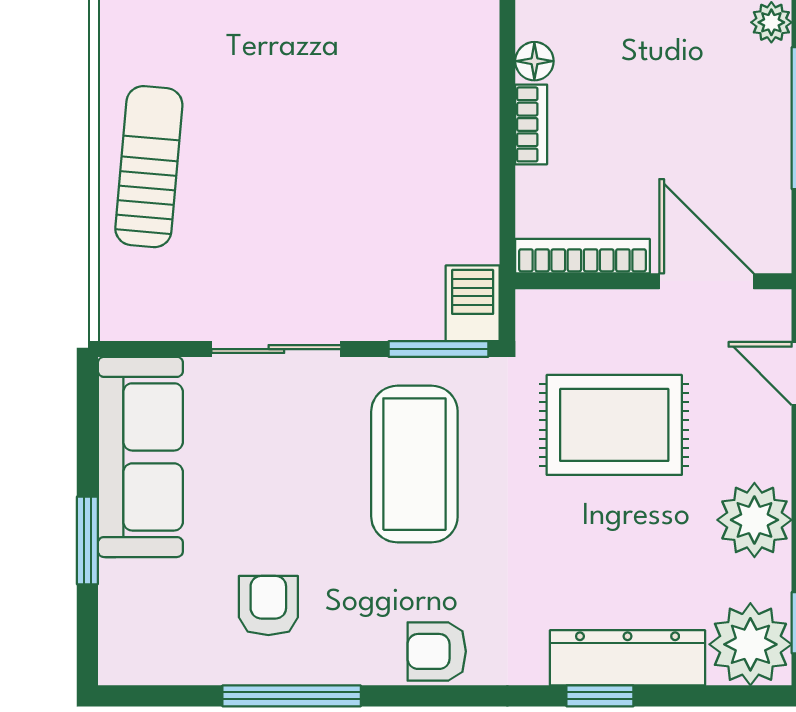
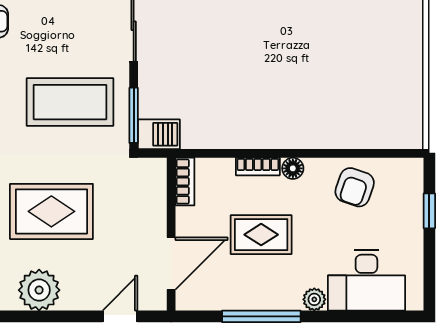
rug: (654, 118) -> (261, 235), added
bookcase: (582, 256) -> (185, 182), width x0.64
rug: (614, 425) -> (51, 211), moved, turned 90

